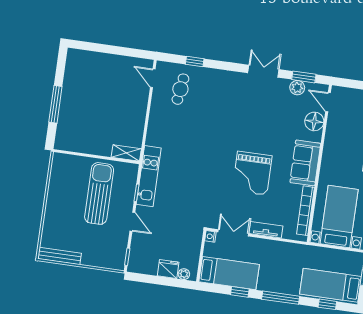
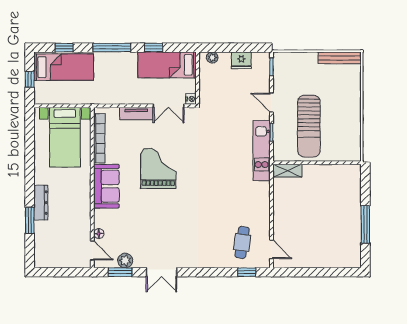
window: (195, 61) -> (247, 272), moved
window: (55, 104) -> (365, 224), moved
floor lamp: (314, 121) -> (99, 234), width x0.53, depth x0.53
fridge: (168, 269) -> (241, 60), moved

